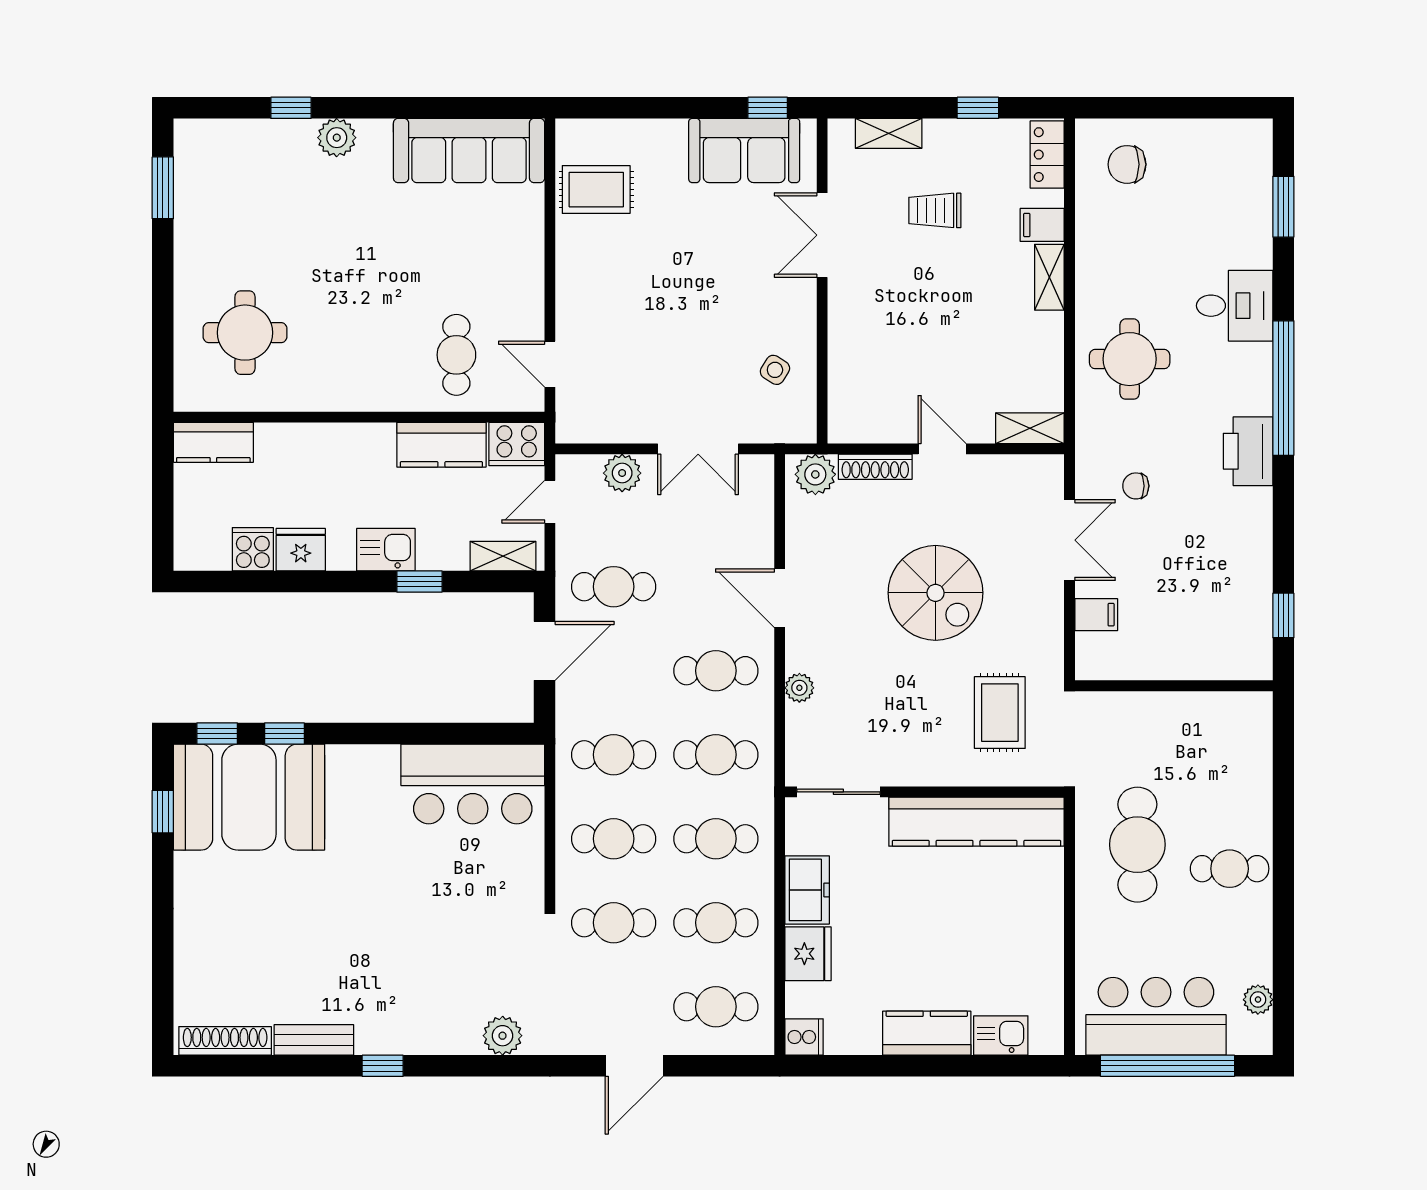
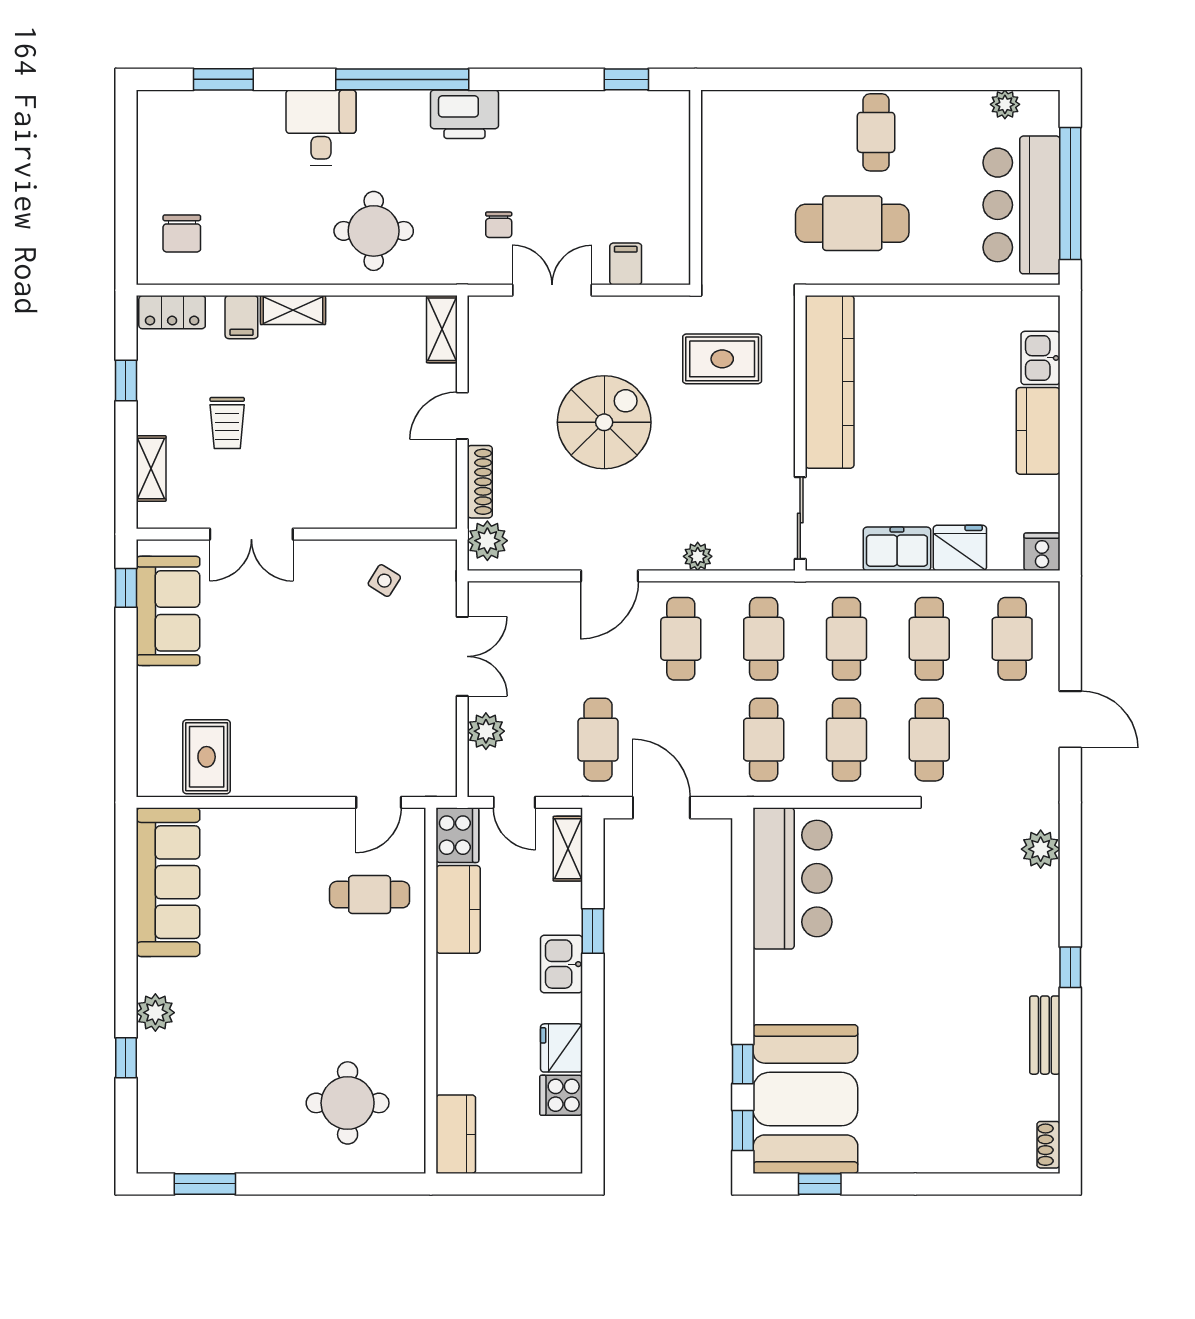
shoe rack: (225, 1041) -> (1048, 1145), width x0.51, depth x0.81

